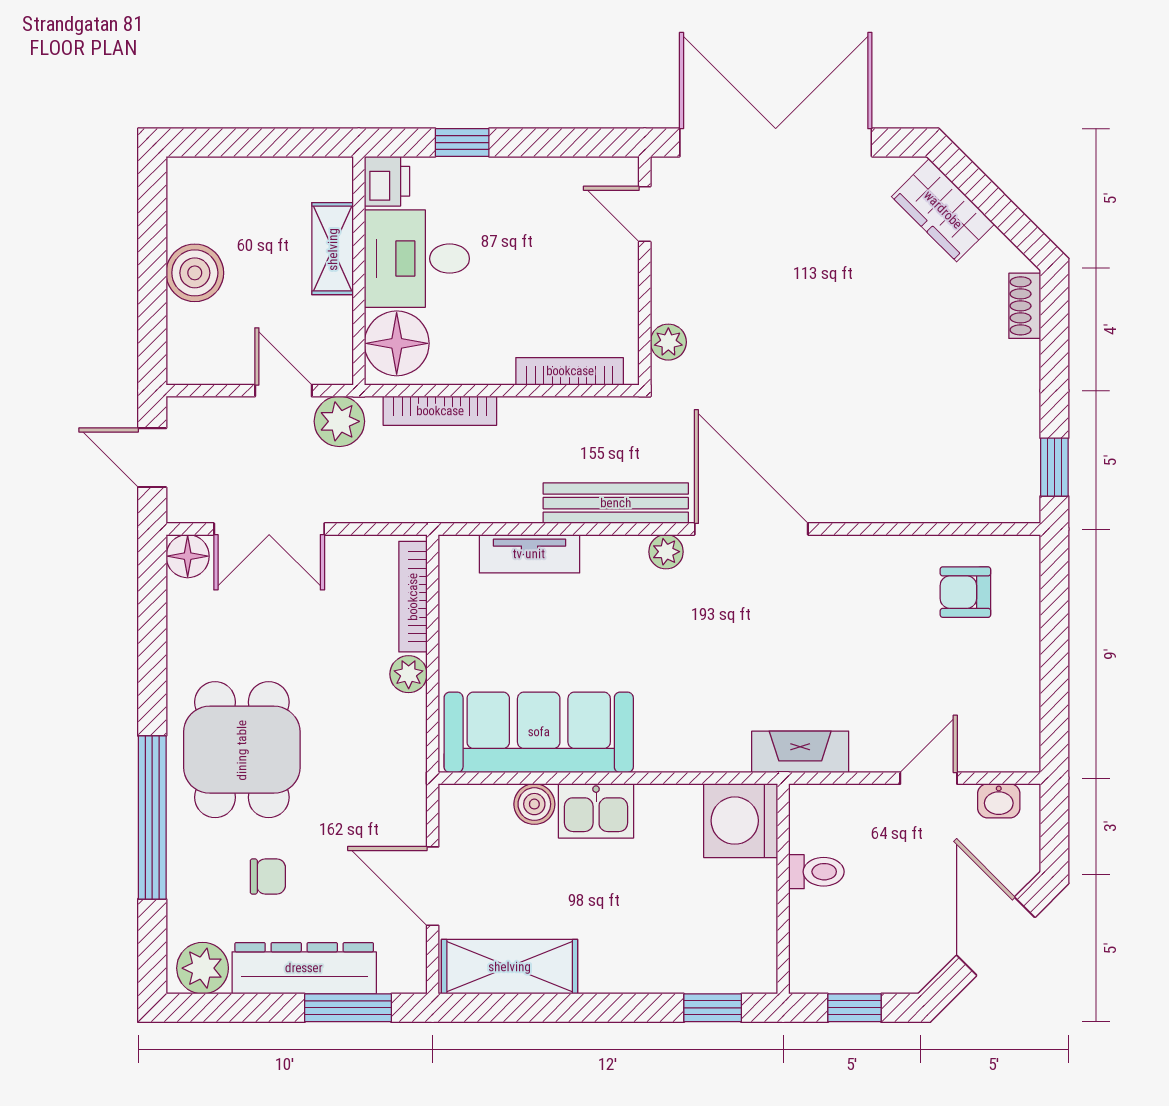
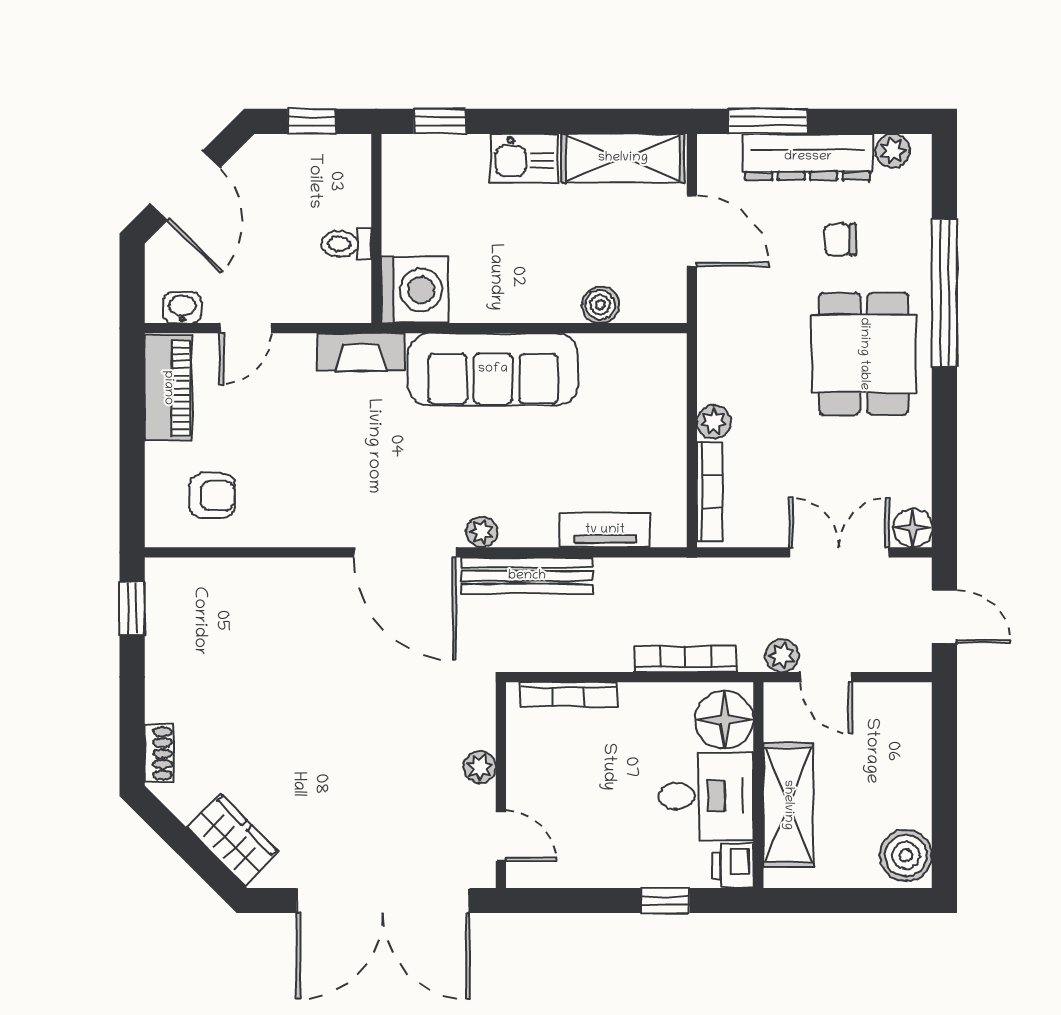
shelving: (333, 249) -> (788, 805), width x1.50, depth x1.33
boiler: (195, 273) -> (906, 855), moved
plant: (668, 342) -> (480, 767), moved
plant: (339, 421) -> (782, 656), width x0.73, depth x0.73
piano: (1014, 712) -> (168, 388), added
sofa: (539, 732) -> (493, 369), moved
kitchen sink: (596, 811) -> (524, 158), moved, turned 180
plant: (203, 968) -> (893, 151), width x0.73, depth x0.73

